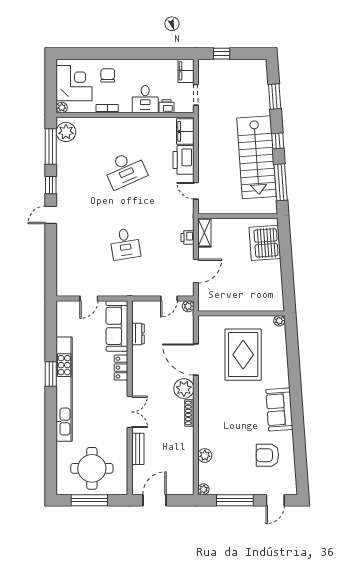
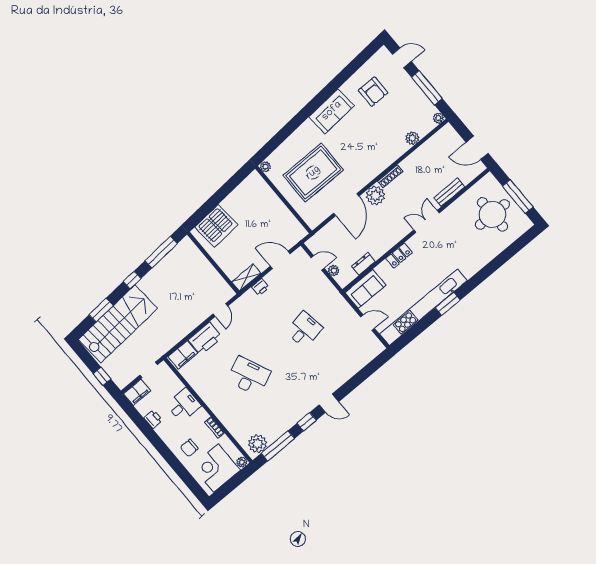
printer: (167, 106) -> (153, 419), moved, turned 180
stairs: (257, 157) -> (118, 324), moved
plant: (188, 306) -> (334, 270), moved
sofa: (117, 326) -> (365, 289), width x0.73
kitchen unit: (64, 389) -> (423, 307), moved

